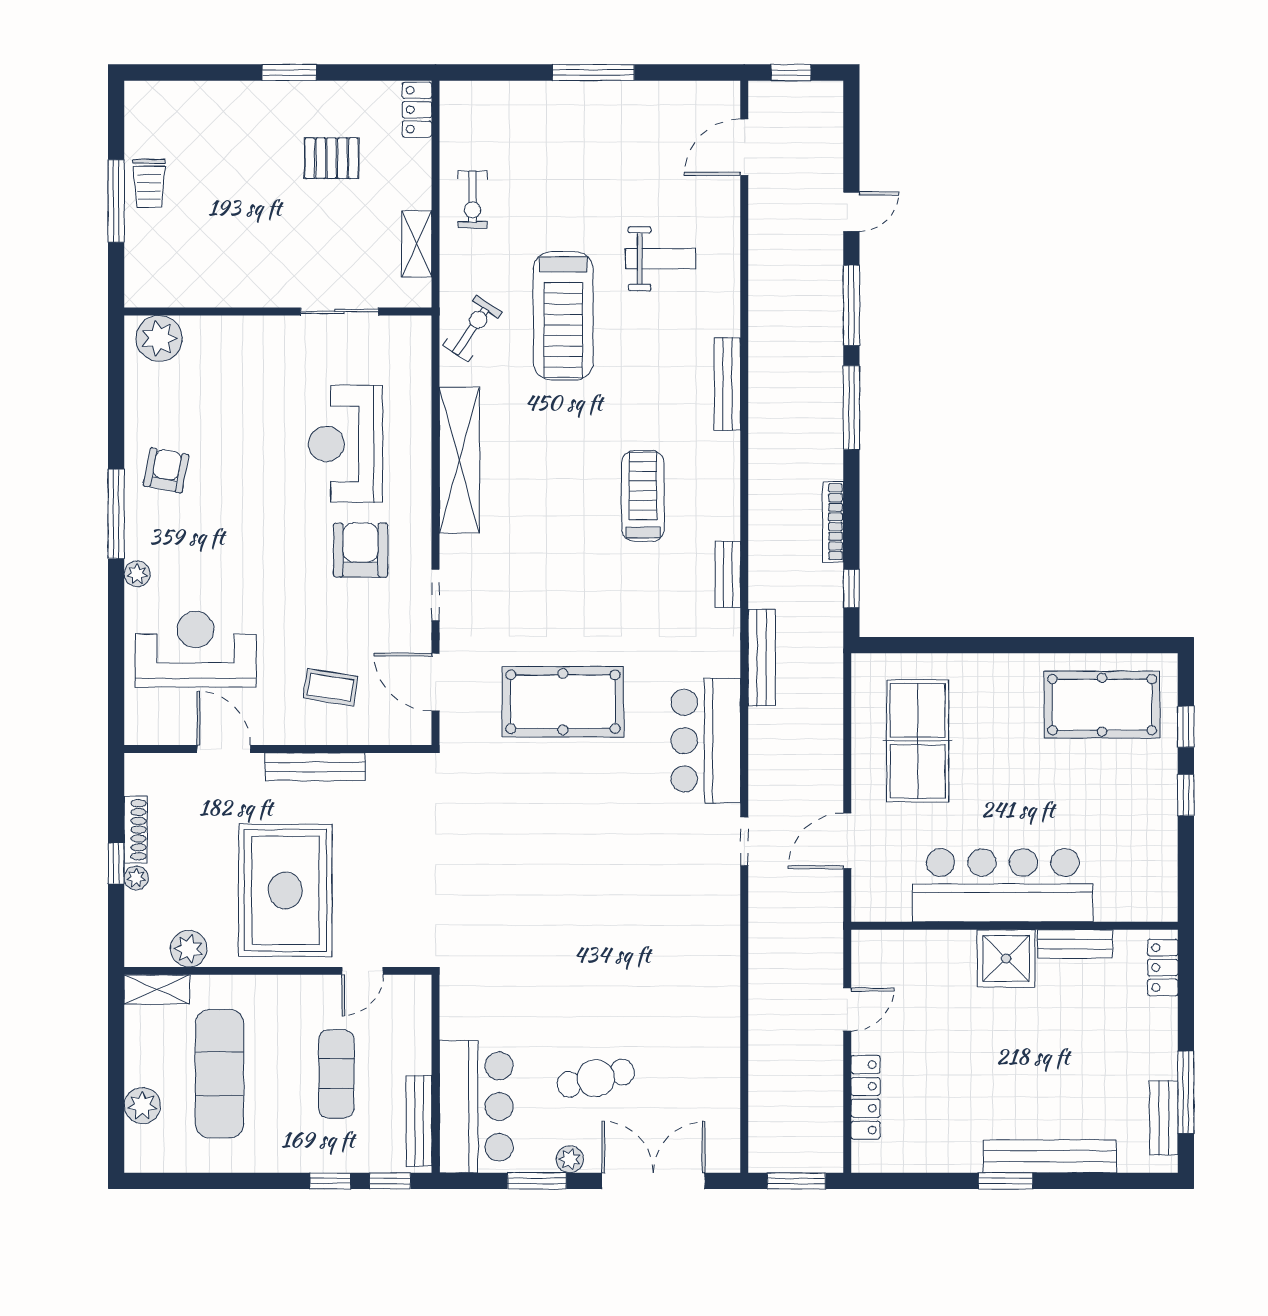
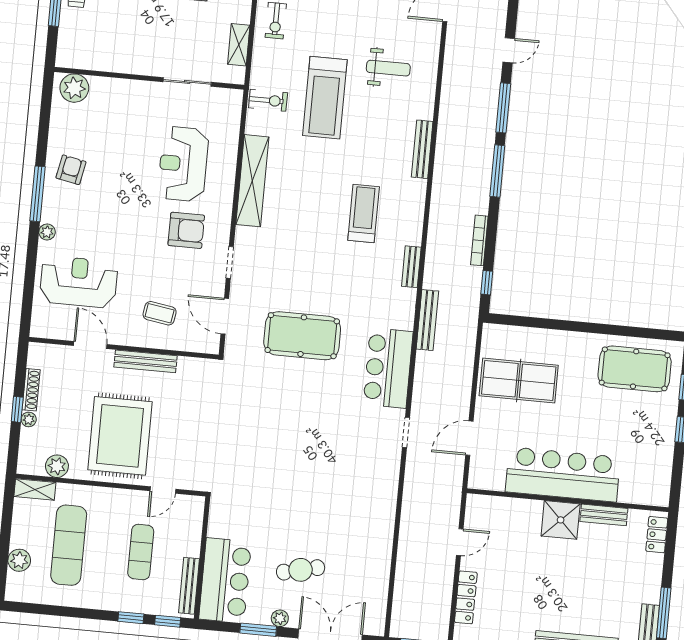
exercise bike: (472, 329) -> (268, 100), turned 56
armchair: (361, 550) -> (186, 230), turned 90
table tennis table: (918, 741) -> (519, 381), turned 90

